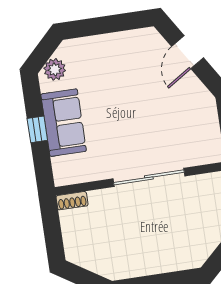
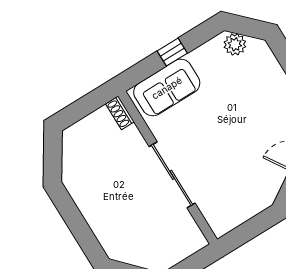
sofa: (64, 123) -> (167, 88), moved

